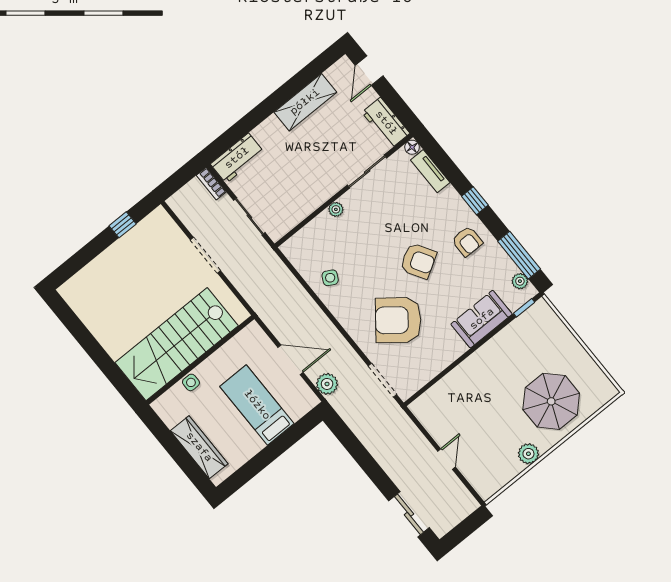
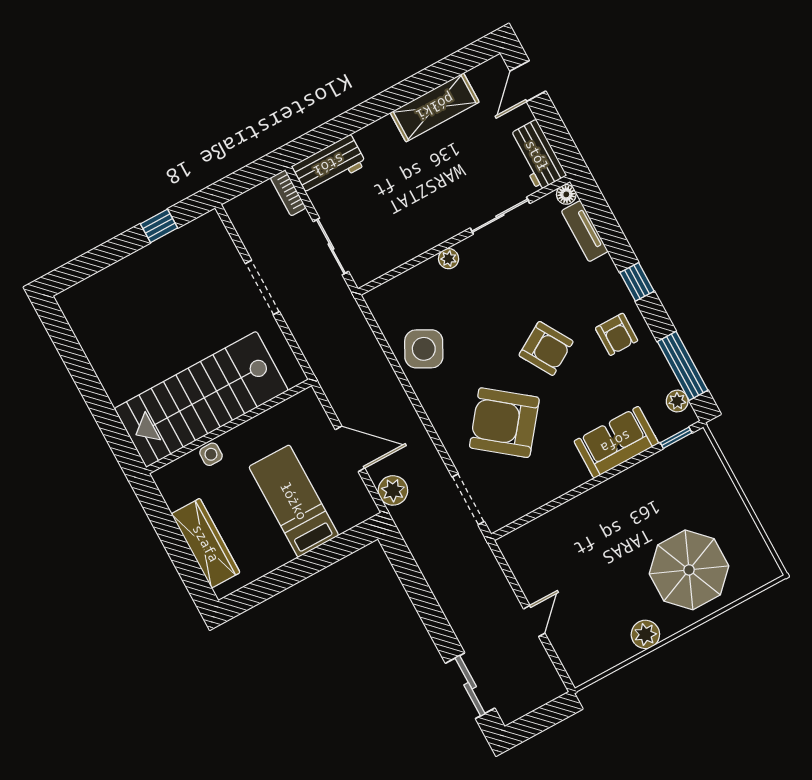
side table: (330, 278) -> (424, 349), width x1.87, depth x1.87

